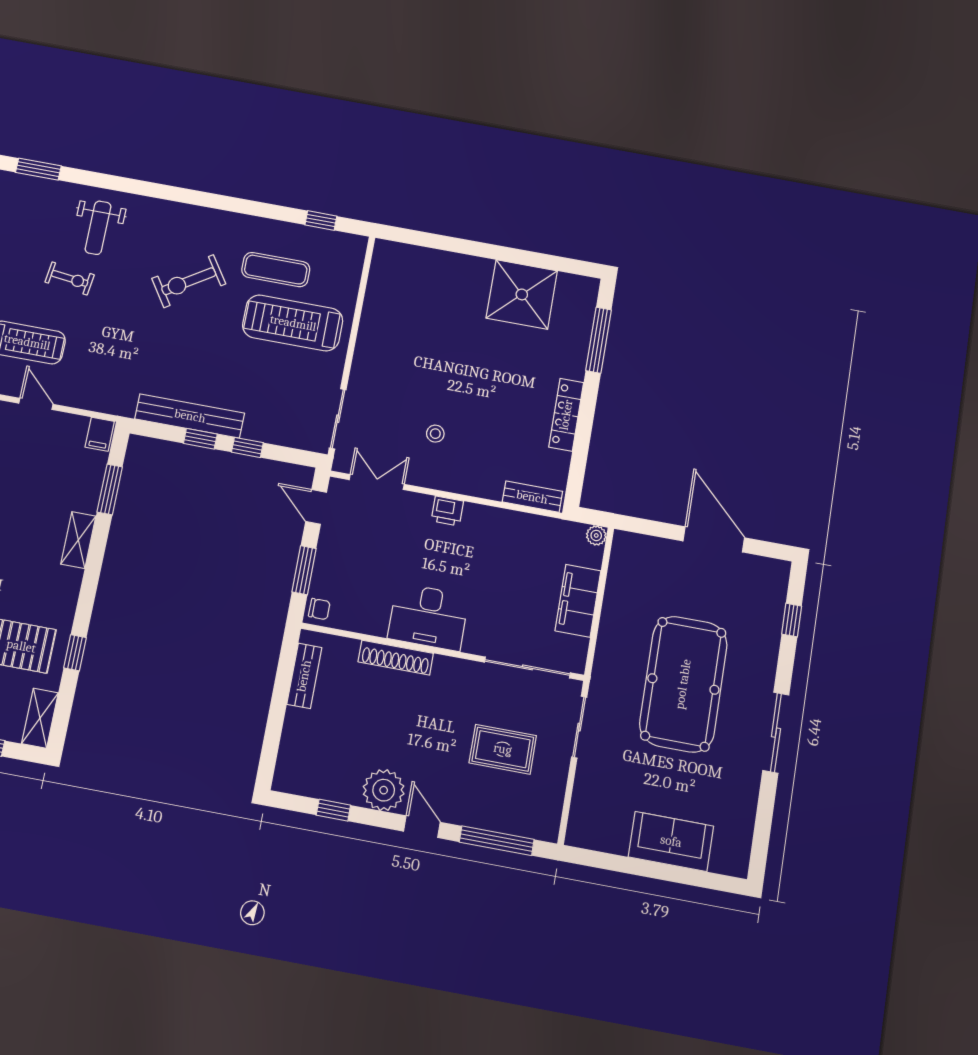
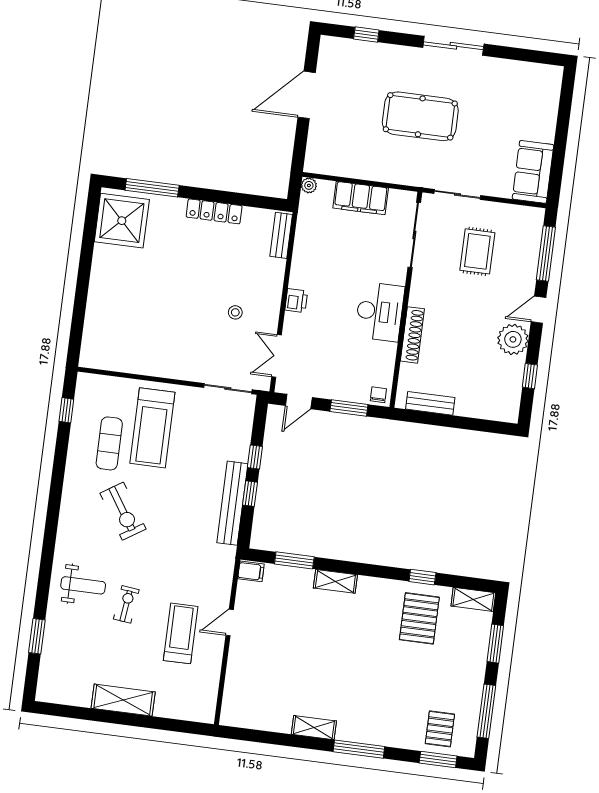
shower: (522, 294) -> (122, 221), moved
pool table: (683, 684) -> (420, 116), width x0.73, depth x0.76
sofa: (671, 841) -> (533, 172), moved

